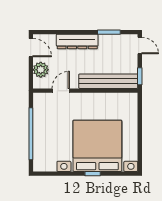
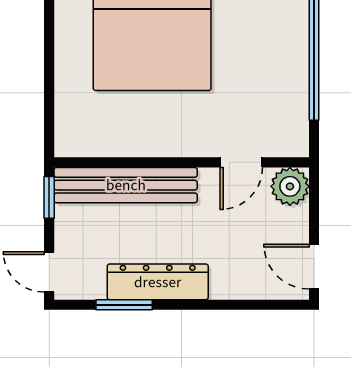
dresser: (77, 41) -> (158, 282), moved
plant: (41, 70) -> (290, 186), moved

